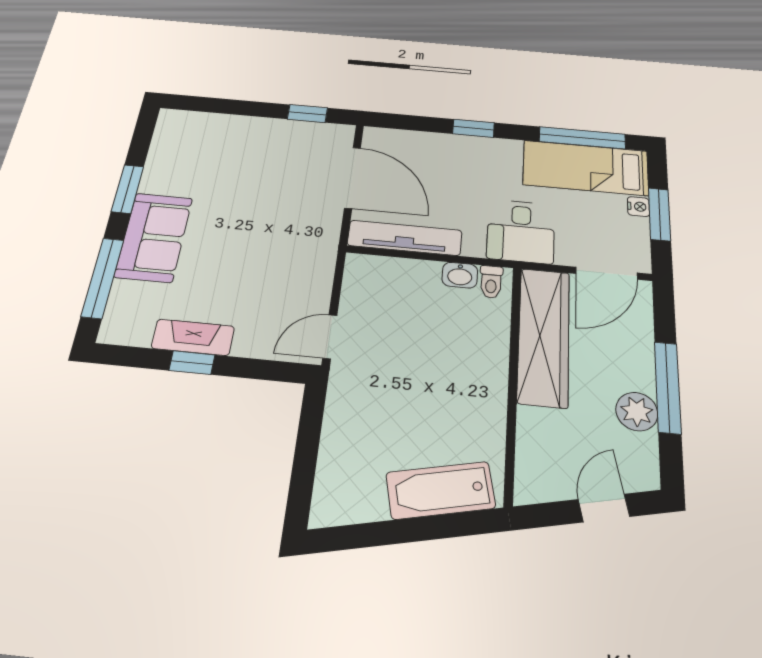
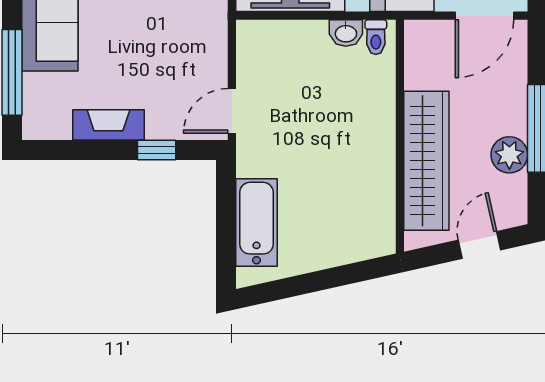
wardrobe: (544, 336) -> (426, 161), moved
window: (192, 363) -> (157, 150), moved
bathtub: (441, 490) -> (257, 223), moved, turned 103

